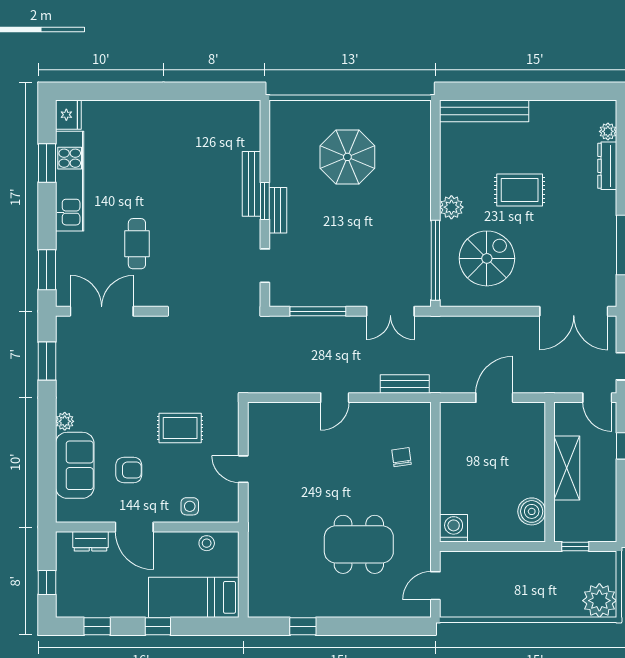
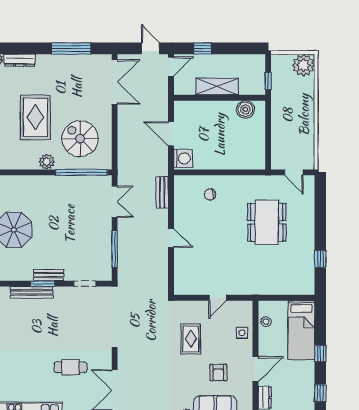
rug: (520, 190) -> (35, 117), width x1.36, depth x1.43
armchair: (129, 470) -> (218, 373), turned 180
washing machine: (454, 528) -> (183, 158), moved, turned 180

